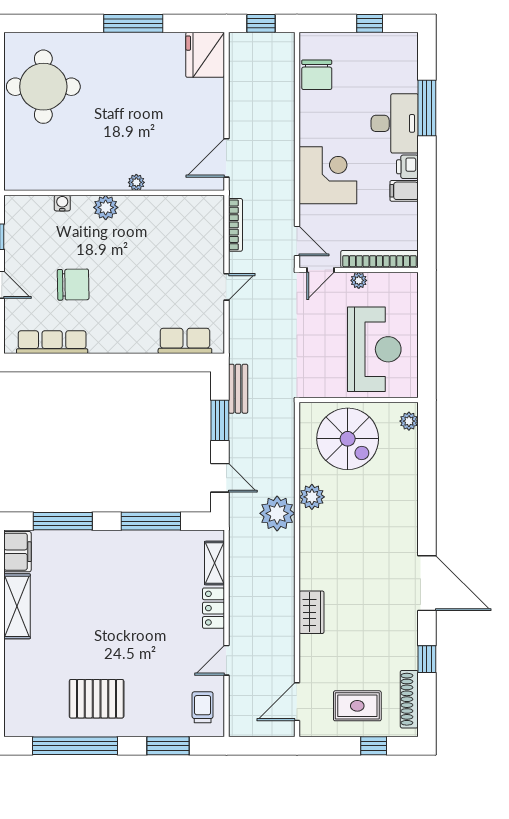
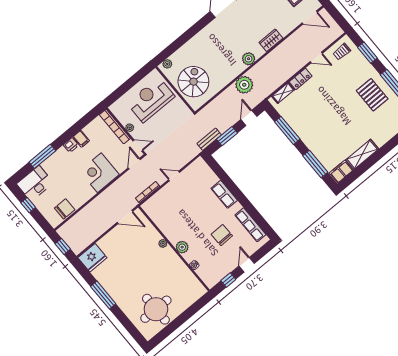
desk: (395, 123) -> (35, 183), moved
row of seats: (185, 341) -> (224, 194), moved
plant: (312, 497) -> (249, 59), moved

